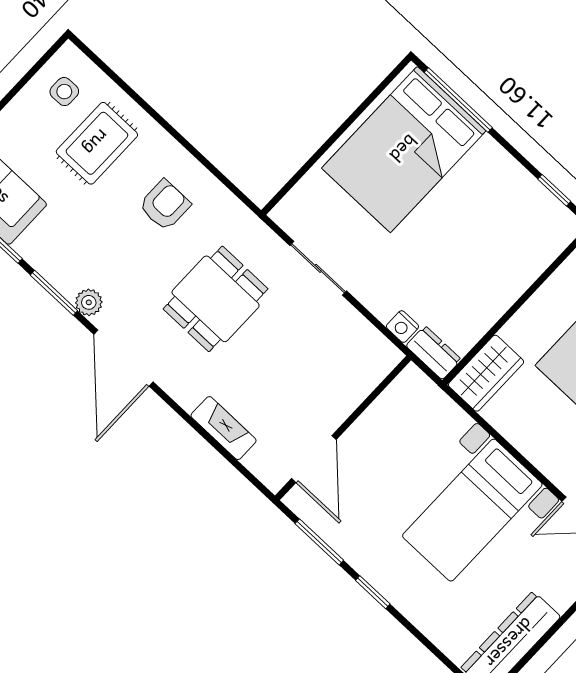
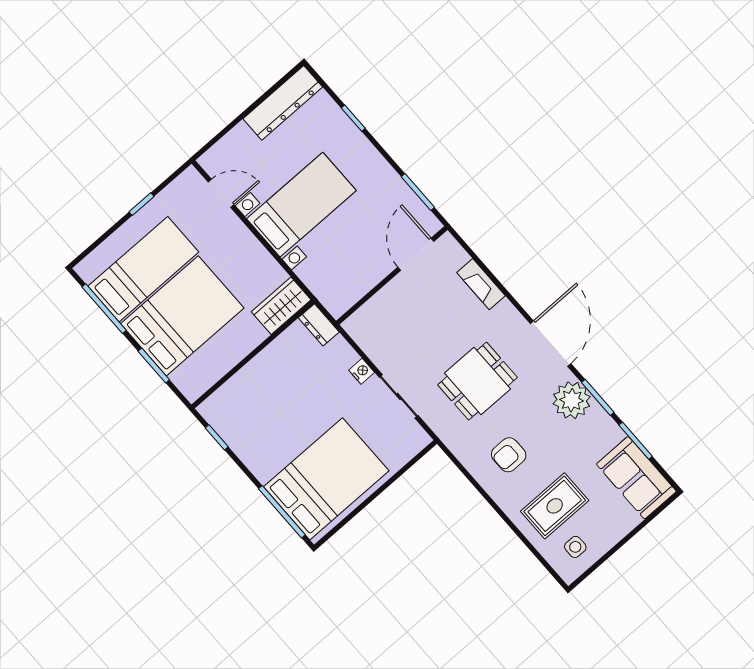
plant: (89, 302) -> (572, 400), width x1.88, depth x1.88
nightstand: (402, 327) -> (362, 371), moved
window: (373, 592) -> (353, 118), moved

